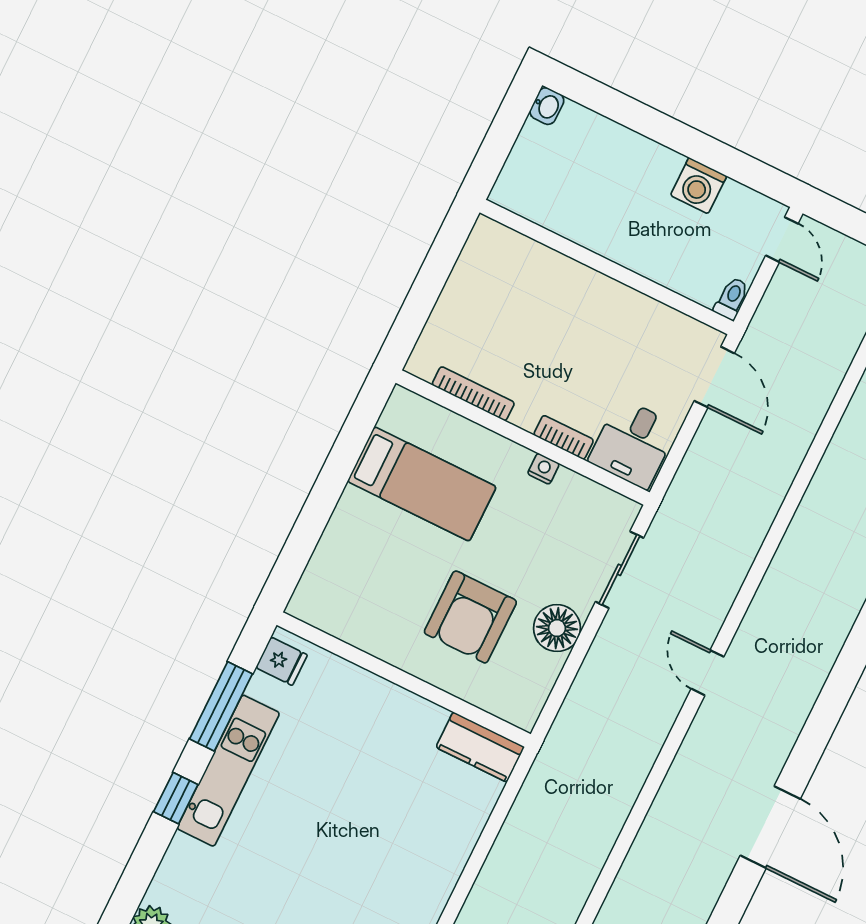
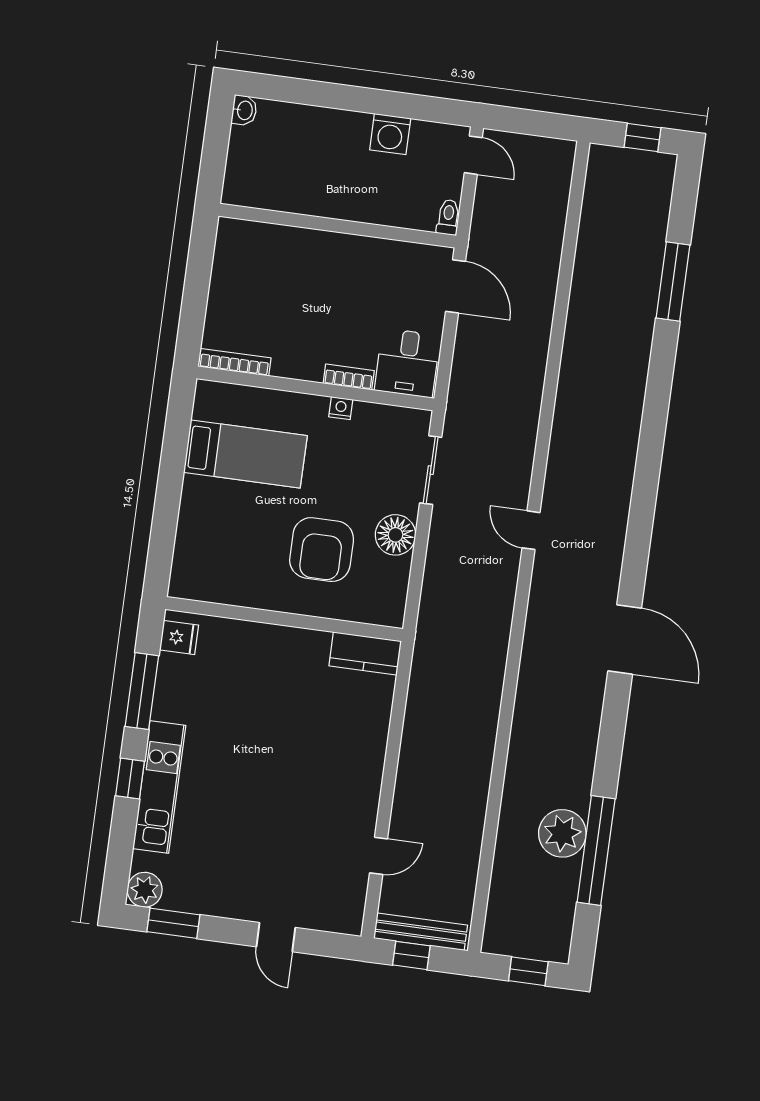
bookcase: (473, 394) -> (234, 362), moved
kitchen unit: (228, 771) -> (159, 787), moved

